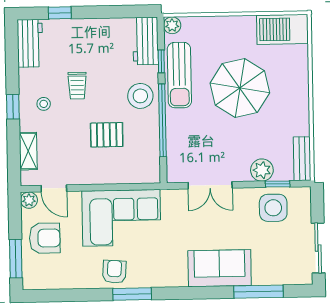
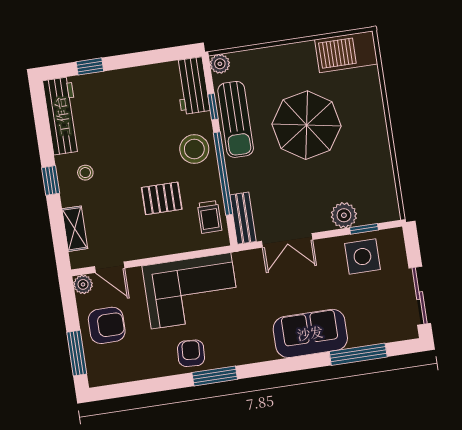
workbench: (30, 43) -> (62, 116), width x1.38
trolley: (77, 86) -> (210, 217), moved
bench: (302, 159) -> (243, 218), moved

